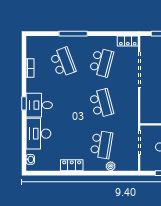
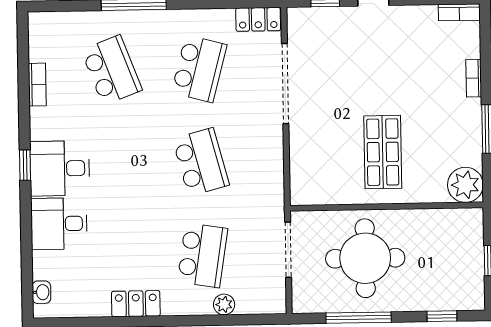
desk: (38, 134) -> (59, 224), width x0.73

